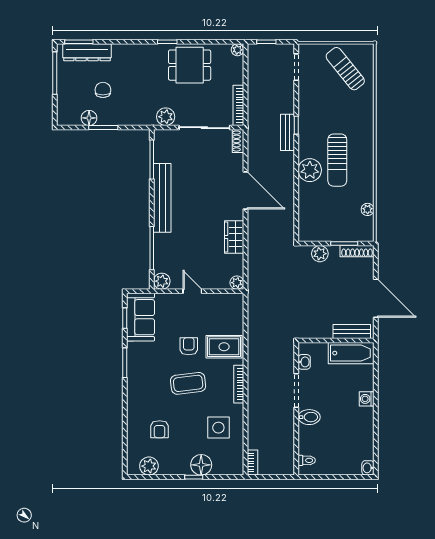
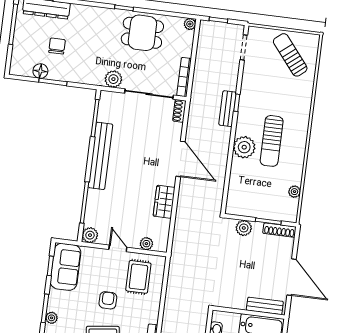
plant: (237, 283) -> (146, 244), moved
rug: (224, 347) -> (138, 277), moved, turned 90
plant: (133, 372) -> (52, 318), added

